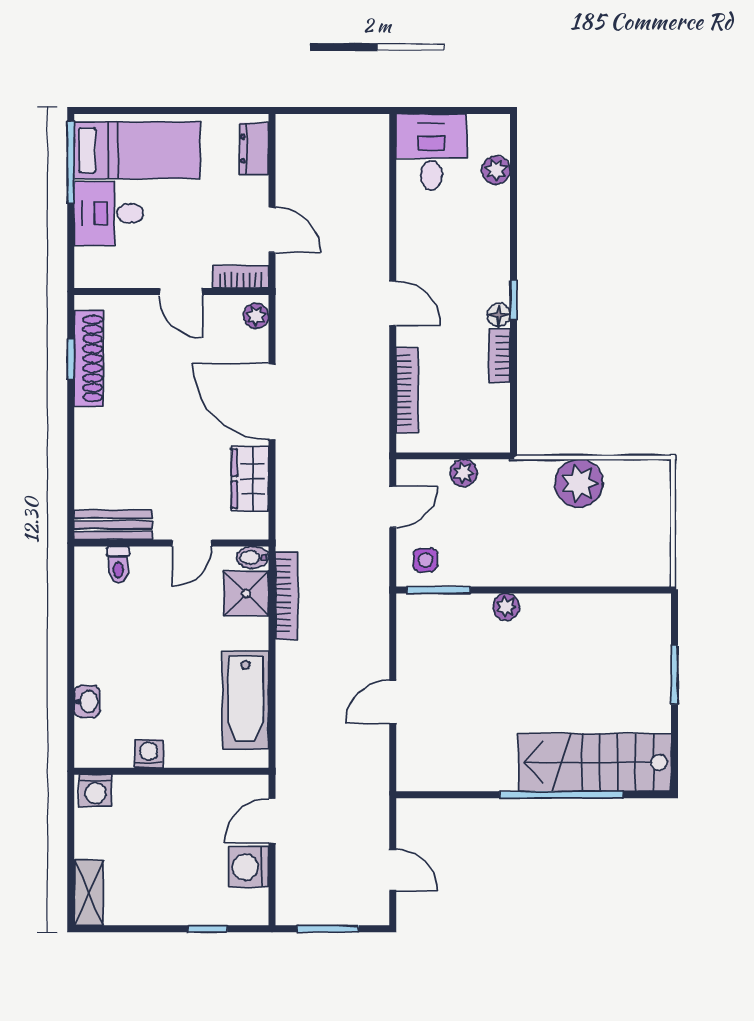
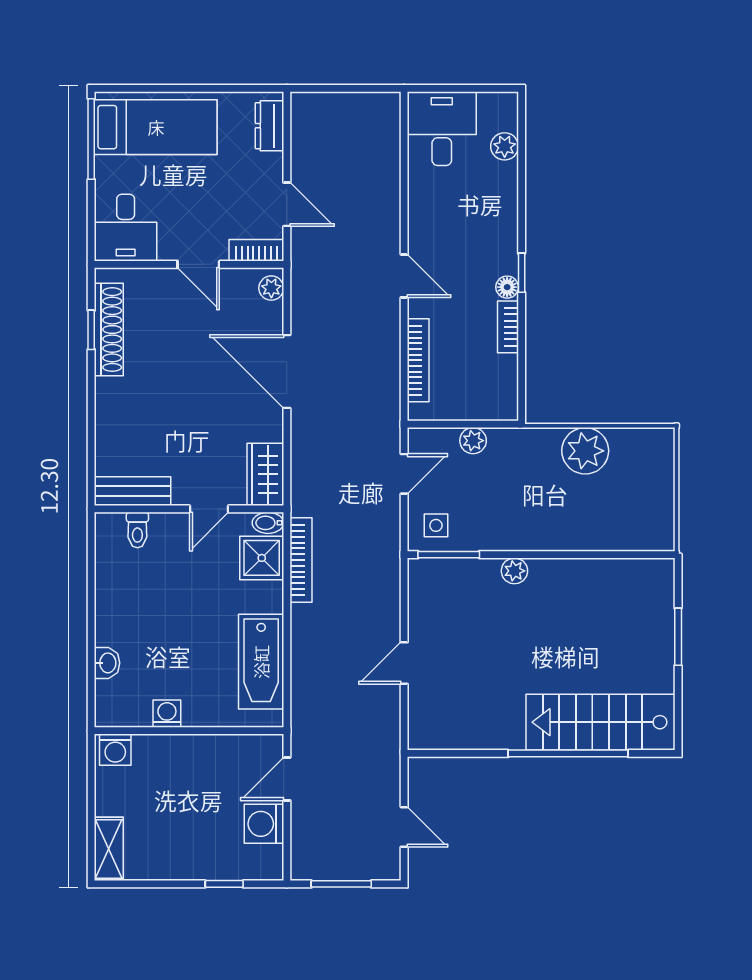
desk: (109, 213) -> (126, 228), moved, turned -90
wardrobe: (250, 479) -> (265, 474), moved

